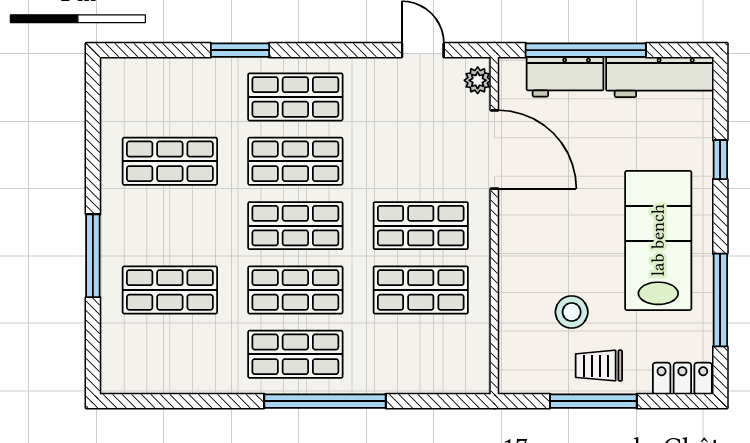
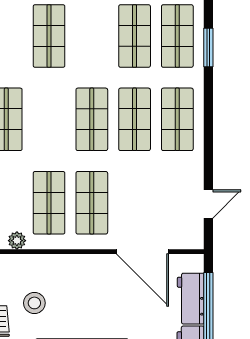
window: (240, 50) -> (208, 48), moved
plant: (478, 80) -> (17, 241), moved
door: (494, 149) -> (142, 252), hinge flipped
shop shelf: (295, 290) -> (177, 36), moved

